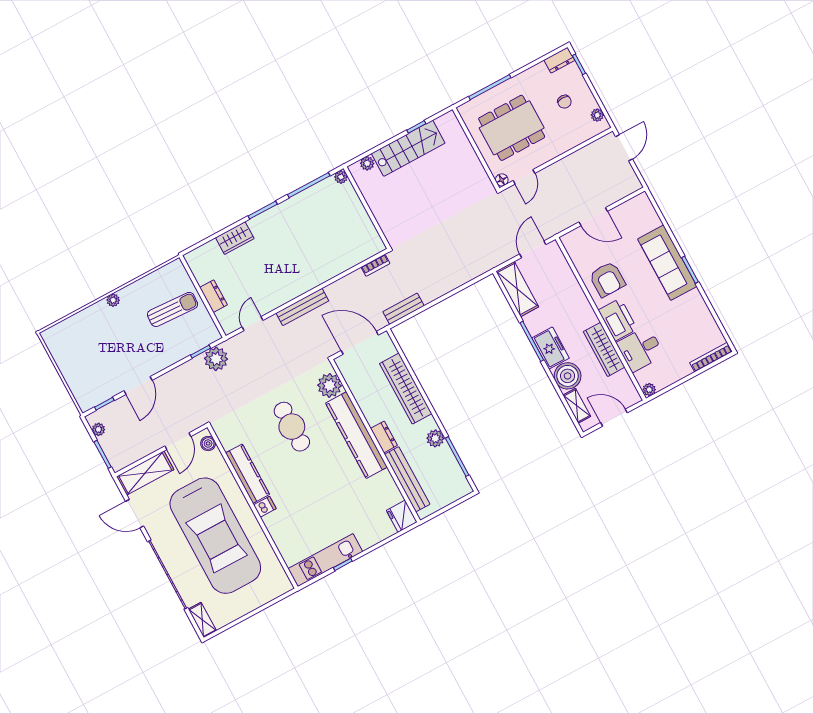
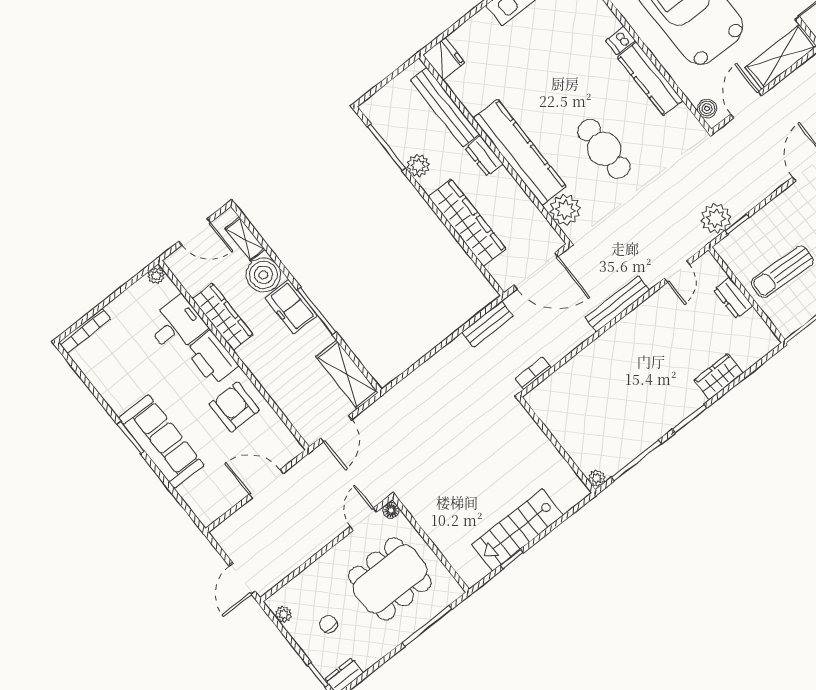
plant: (367, 163) -> (566, 501), removed

